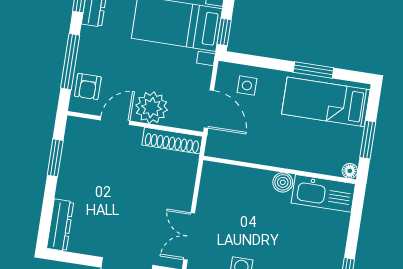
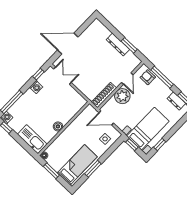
kitchen sink: (323, 193) -> (32, 139), moved, turned 90
dresser: (60, 225) -> (118, 45), moved

